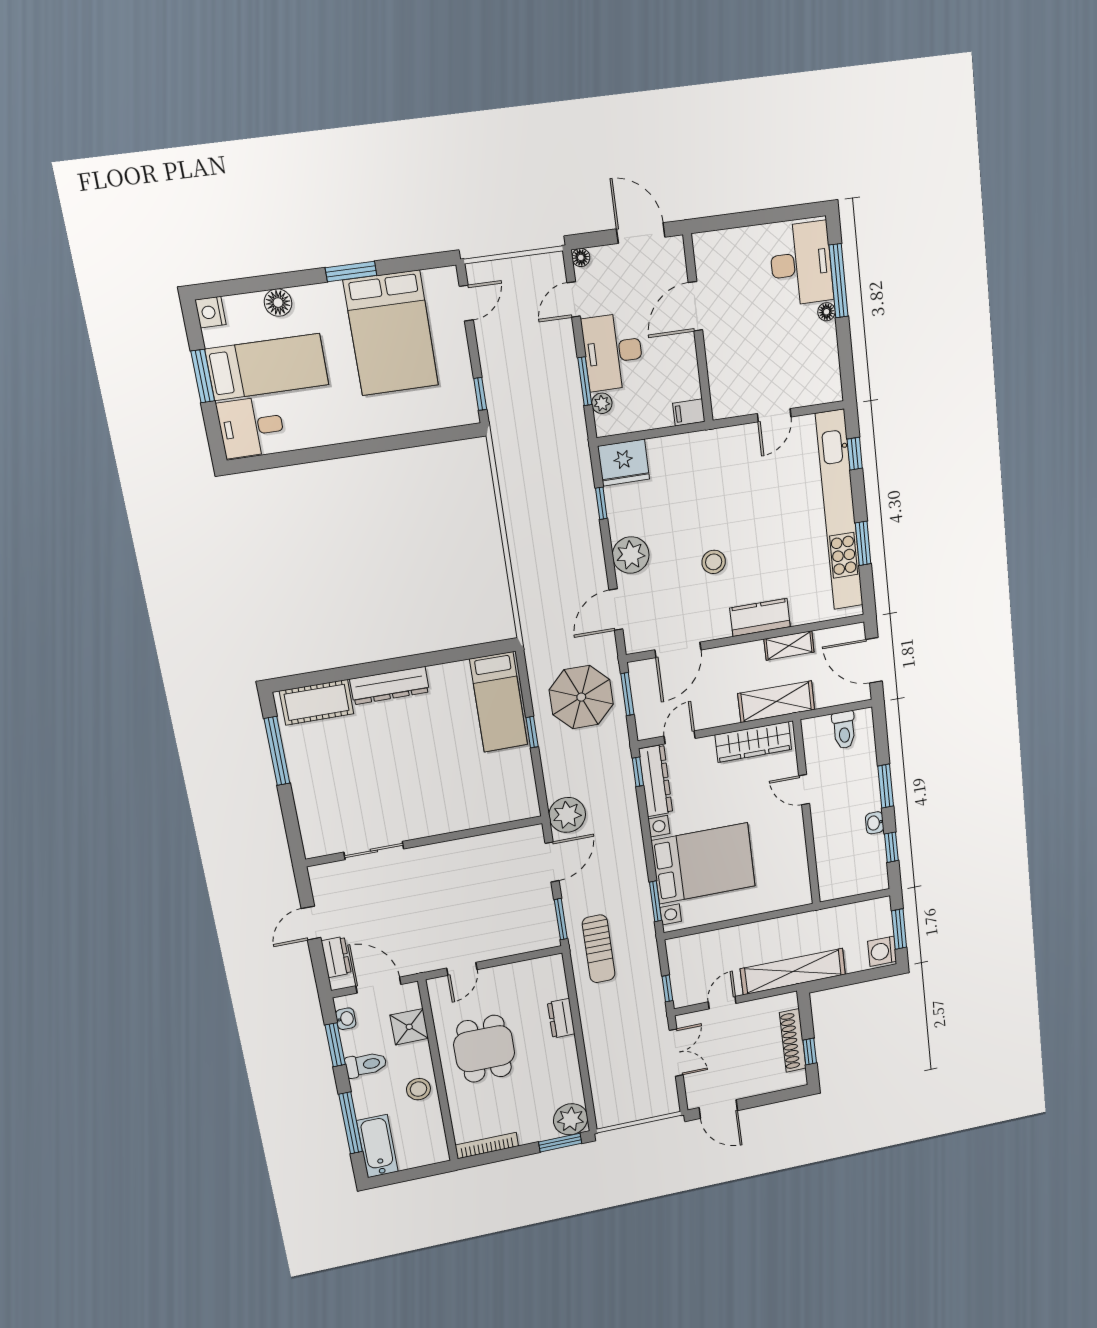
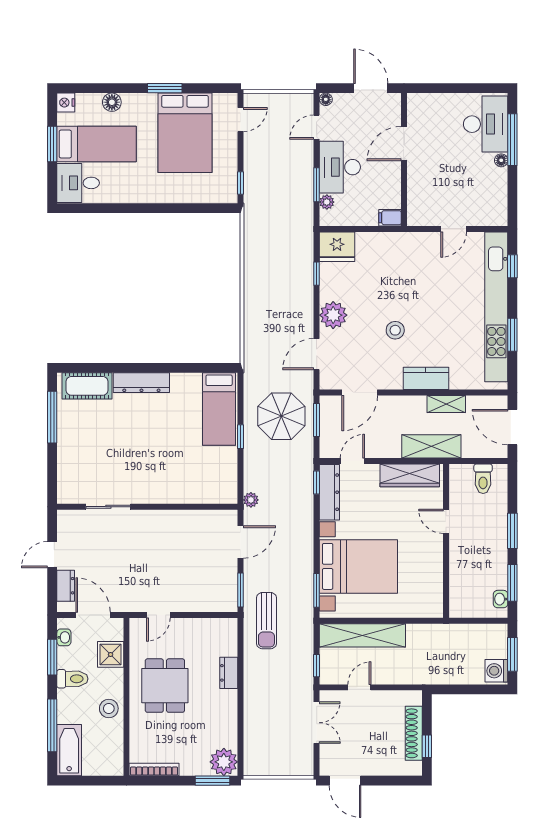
plant: (567, 815) -> (251, 500), width x0.53, depth x0.53
washbasin: (875, 823) -> (501, 599), moved
window: (891, 847) -> (512, 583), width x1.50
shelving: (793, 972) -> (362, 635), moved

